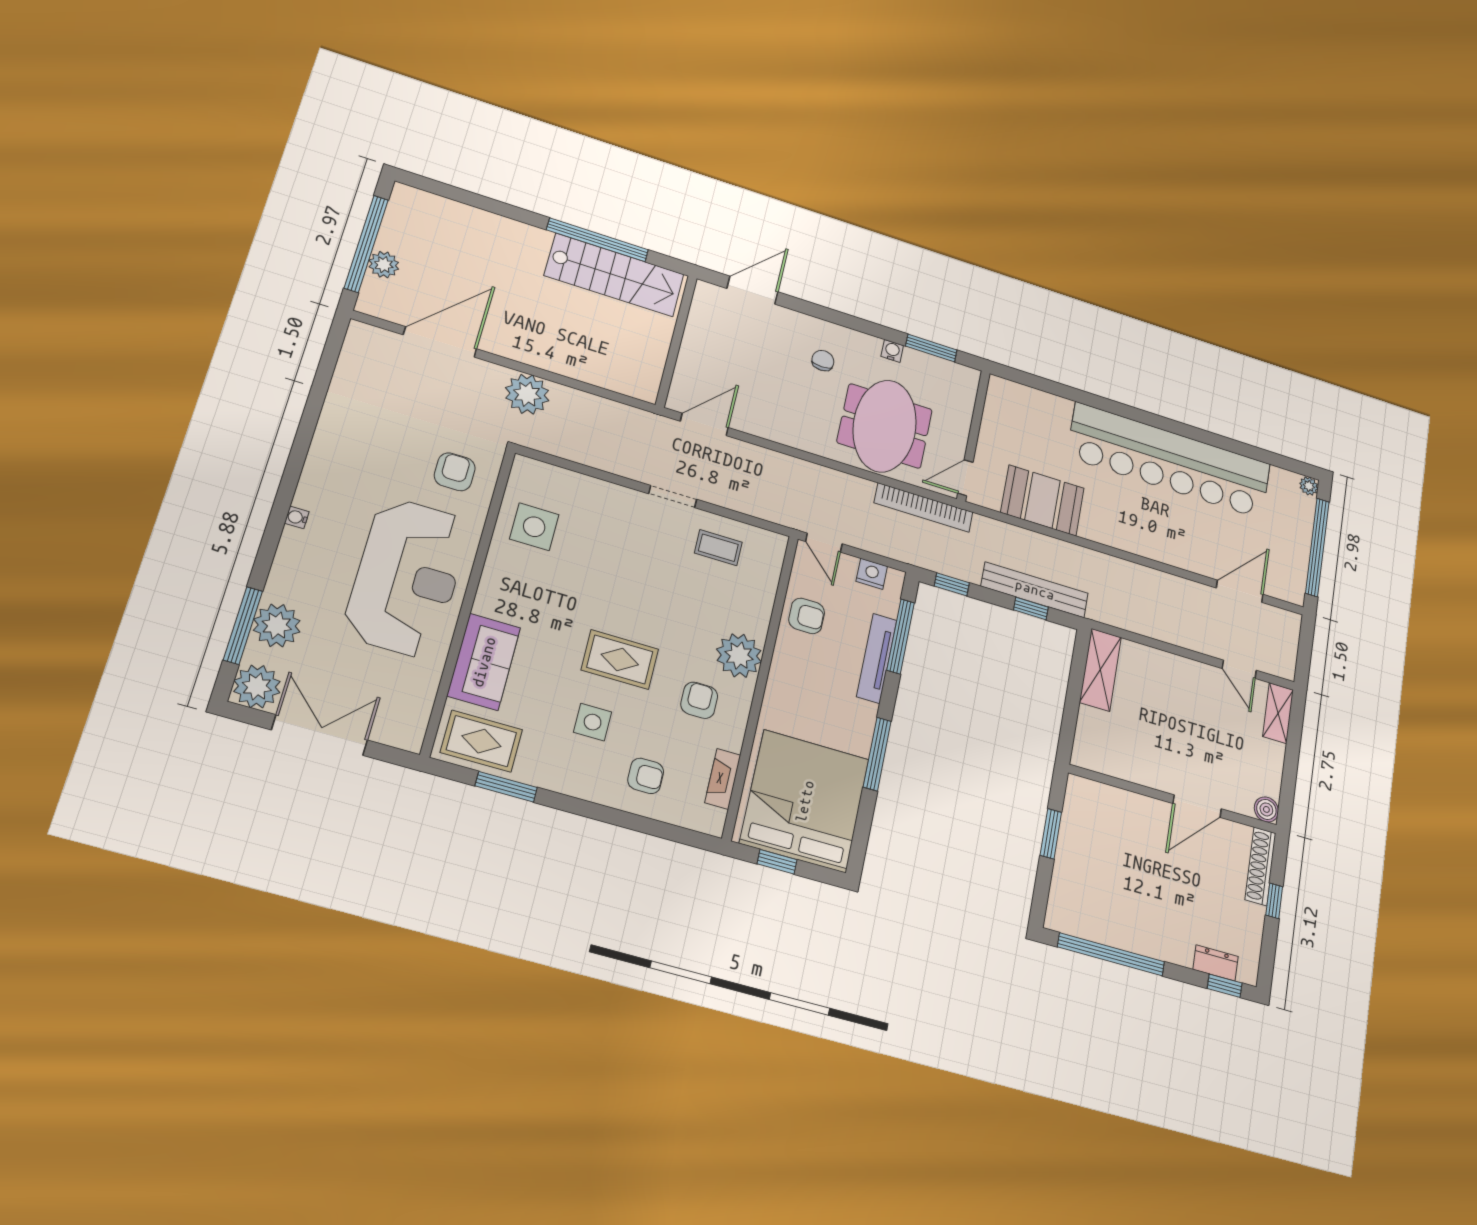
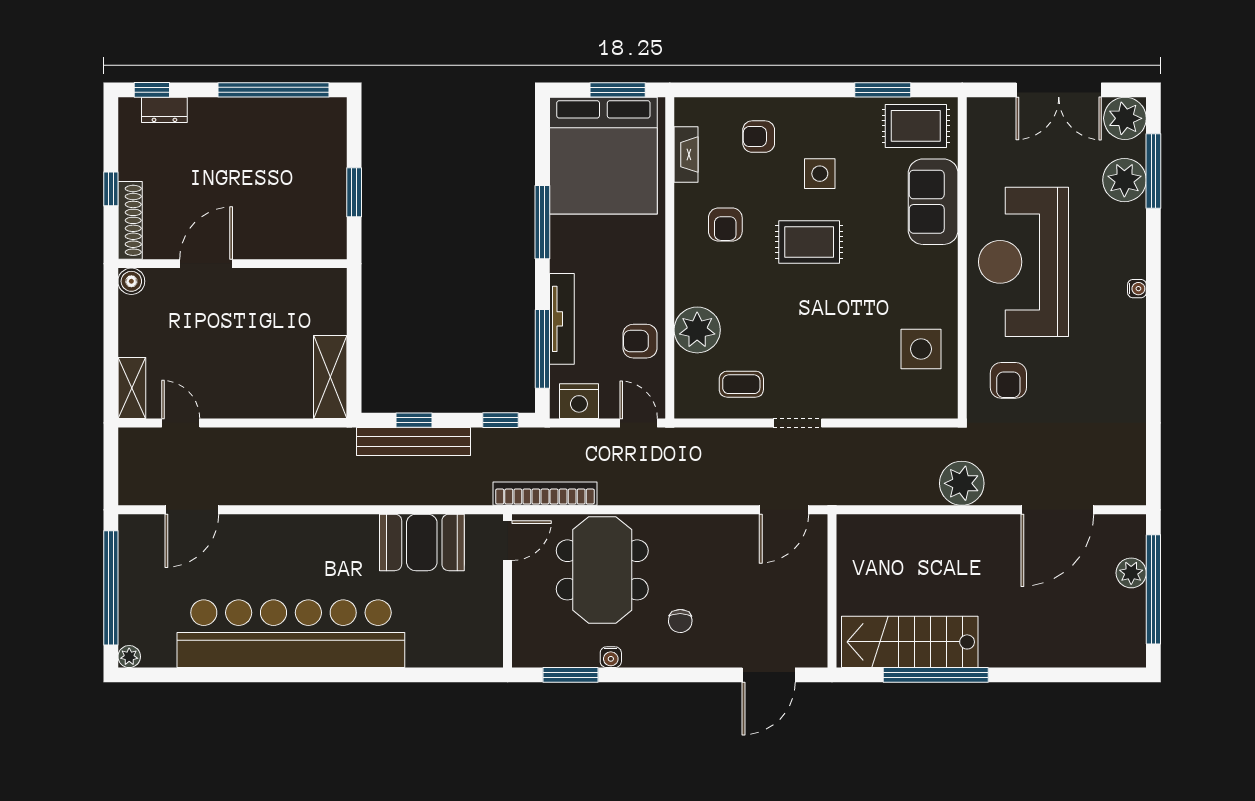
nightstand: (872, 574) -> (579, 401), width x1.36, depth x1.33
plant: (739, 656) -> (697, 330), moved
window: (777, 862) -> (618, 90), width x1.50

